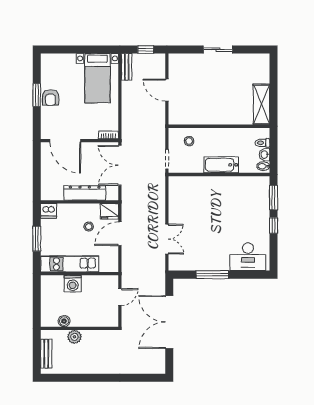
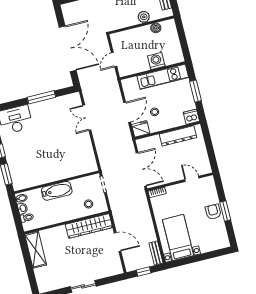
wardrobe: (195, 116) -> (89, 226), added
door: (65, 141) -> (192, 179), width x0.53
dresser: (85, 193) -> (178, 136), moved

